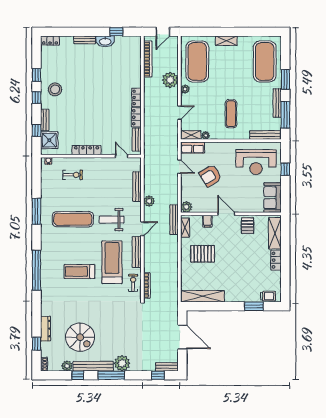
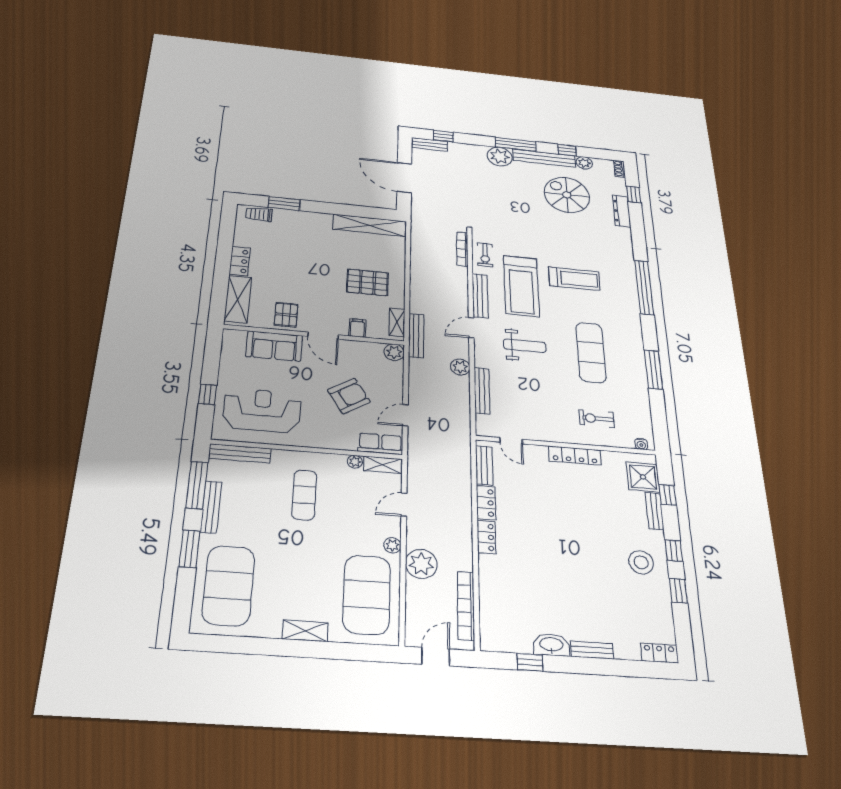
door: (179, 167) -> (405, 415), hinge flipped
sofa: (273, 198) -> (274, 346), moved, turned 90
exercise mat: (73, 219) -> (591, 352), turned 90

